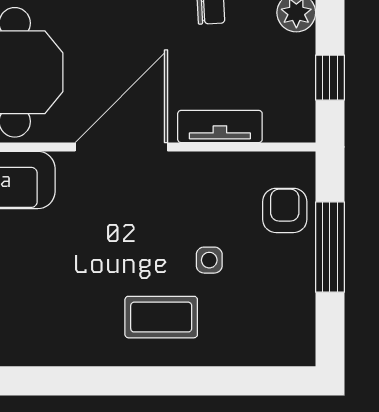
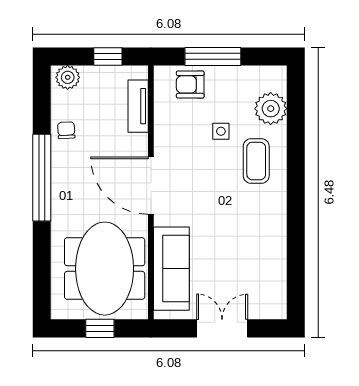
tv unit: (220, 126) -> (138, 106), moved
plant: (246, 340) -> (271, 109), added

